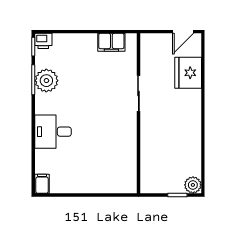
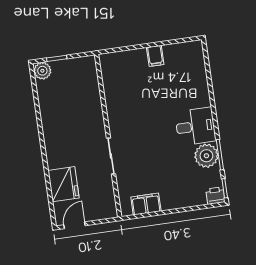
desk: (53, 132) -> (195, 126), moved
filing cabinet: (42, 184) -> (155, 56), moved

